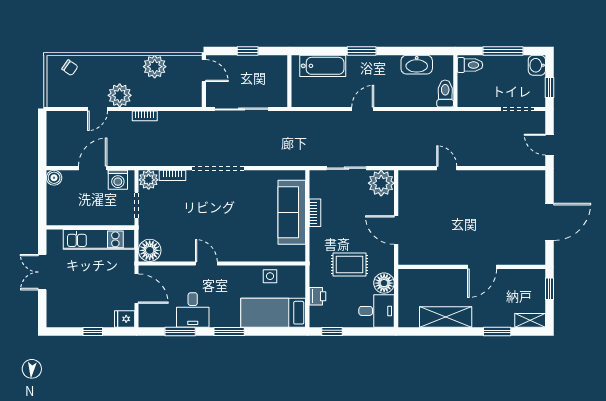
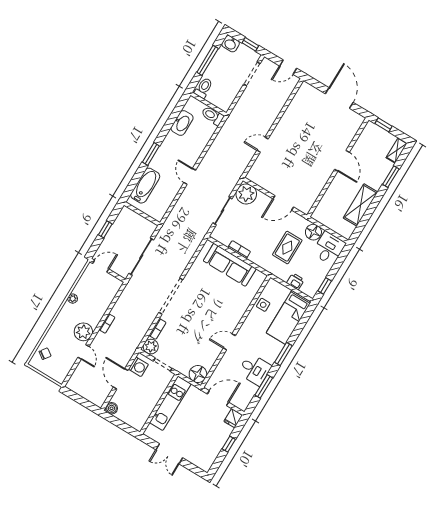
plant: (155, 67) -> (73, 299), width x0.53, depth x0.53

